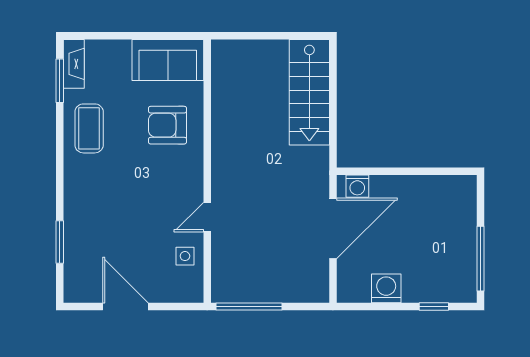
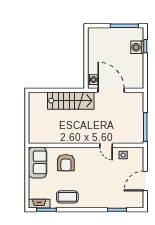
stairs: (309, 92) -> (71, 101), moved
washing machine: (386, 288) -> (137, 47), moved

